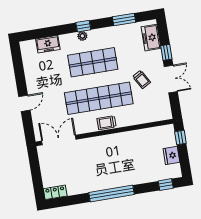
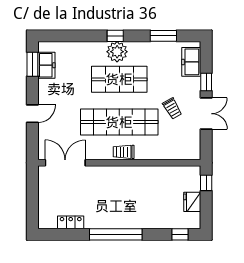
plant: (82, 36) -> (117, 52), width x1.87, depth x1.87
freezer: (48, 44) -> (46, 65), moved, turned -90
window: (17, 62) -> (32, 64), added
locker: (55, 192) -> (71, 222), moved

